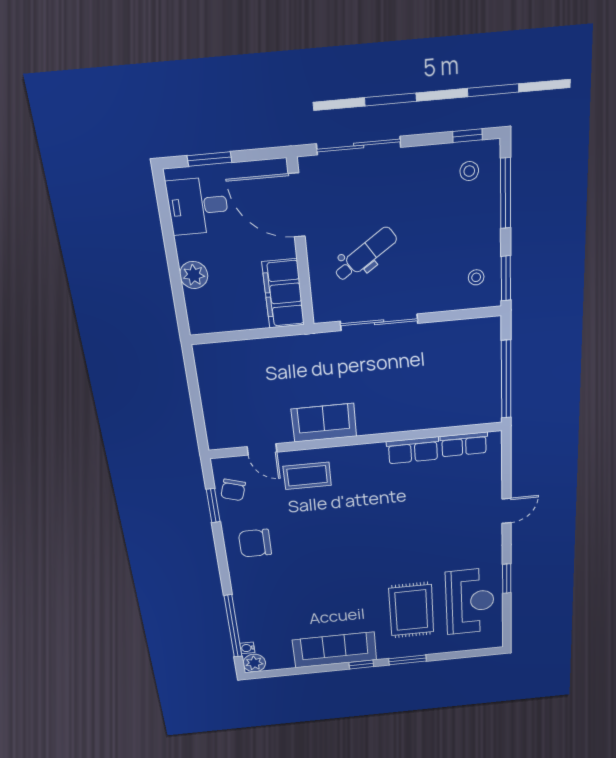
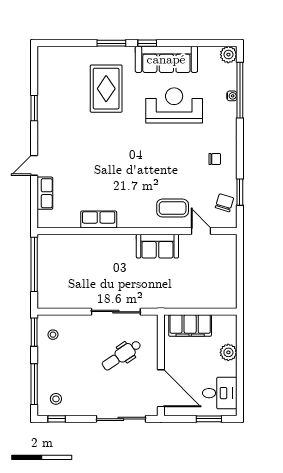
filing cabinet: (283, 294) -> (190, 325), moved, turned 90
row of seats: (464, 444) -> (45, 193), moved, turned 90
chair: (255, 543) -> (215, 159), width x0.54, depth x0.54
reception desk: (470, 601) -> (174, 105), moved, turned 90
water cooler: (247, 648) -> (232, 96), moved

